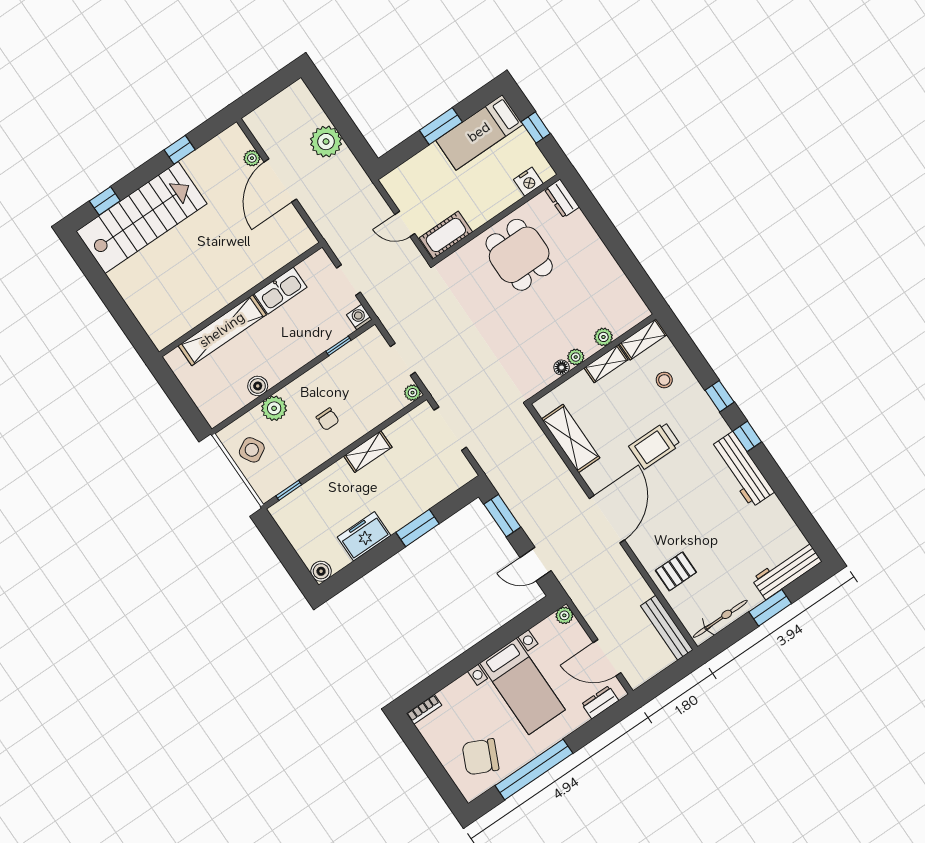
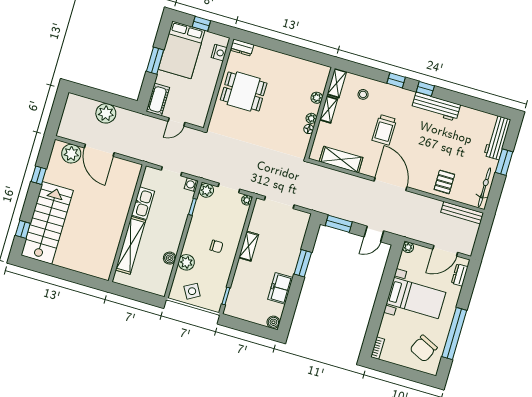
bed: (479, 132) -> (182, 50), width x1.50
plant: (252, 158) -> (71, 154), width x1.88, depth x1.88
cot: (446, 235) -> (158, 99), moved
plant: (372, 339) -> (206, 190), added

